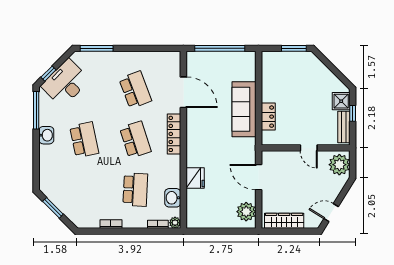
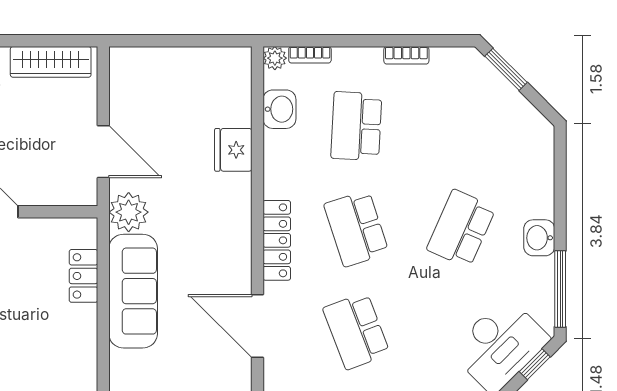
school desk: (84, 140) -> (461, 228), turned 36
window: (53, 208) -> (506, 69), moved
plant: (246, 212) -> (129, 212), moved

